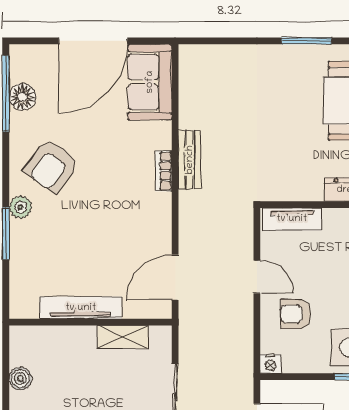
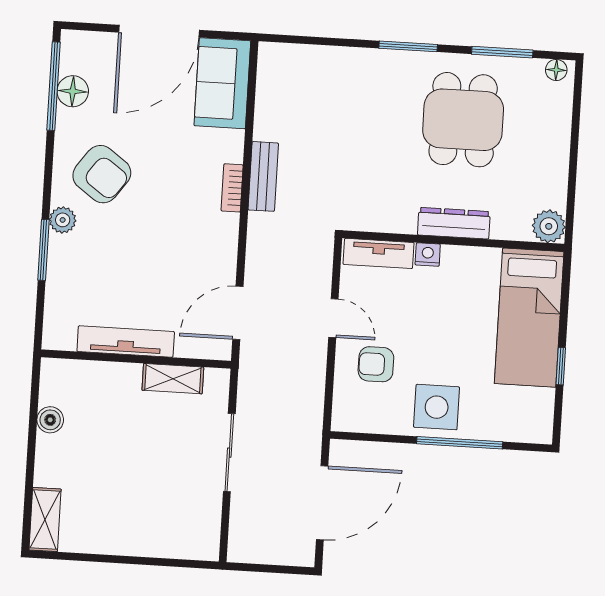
armchair: (52, 166) -> (102, 174), turned -90
nightstand: (270, 364) -> (428, 255), moved, turned 180

